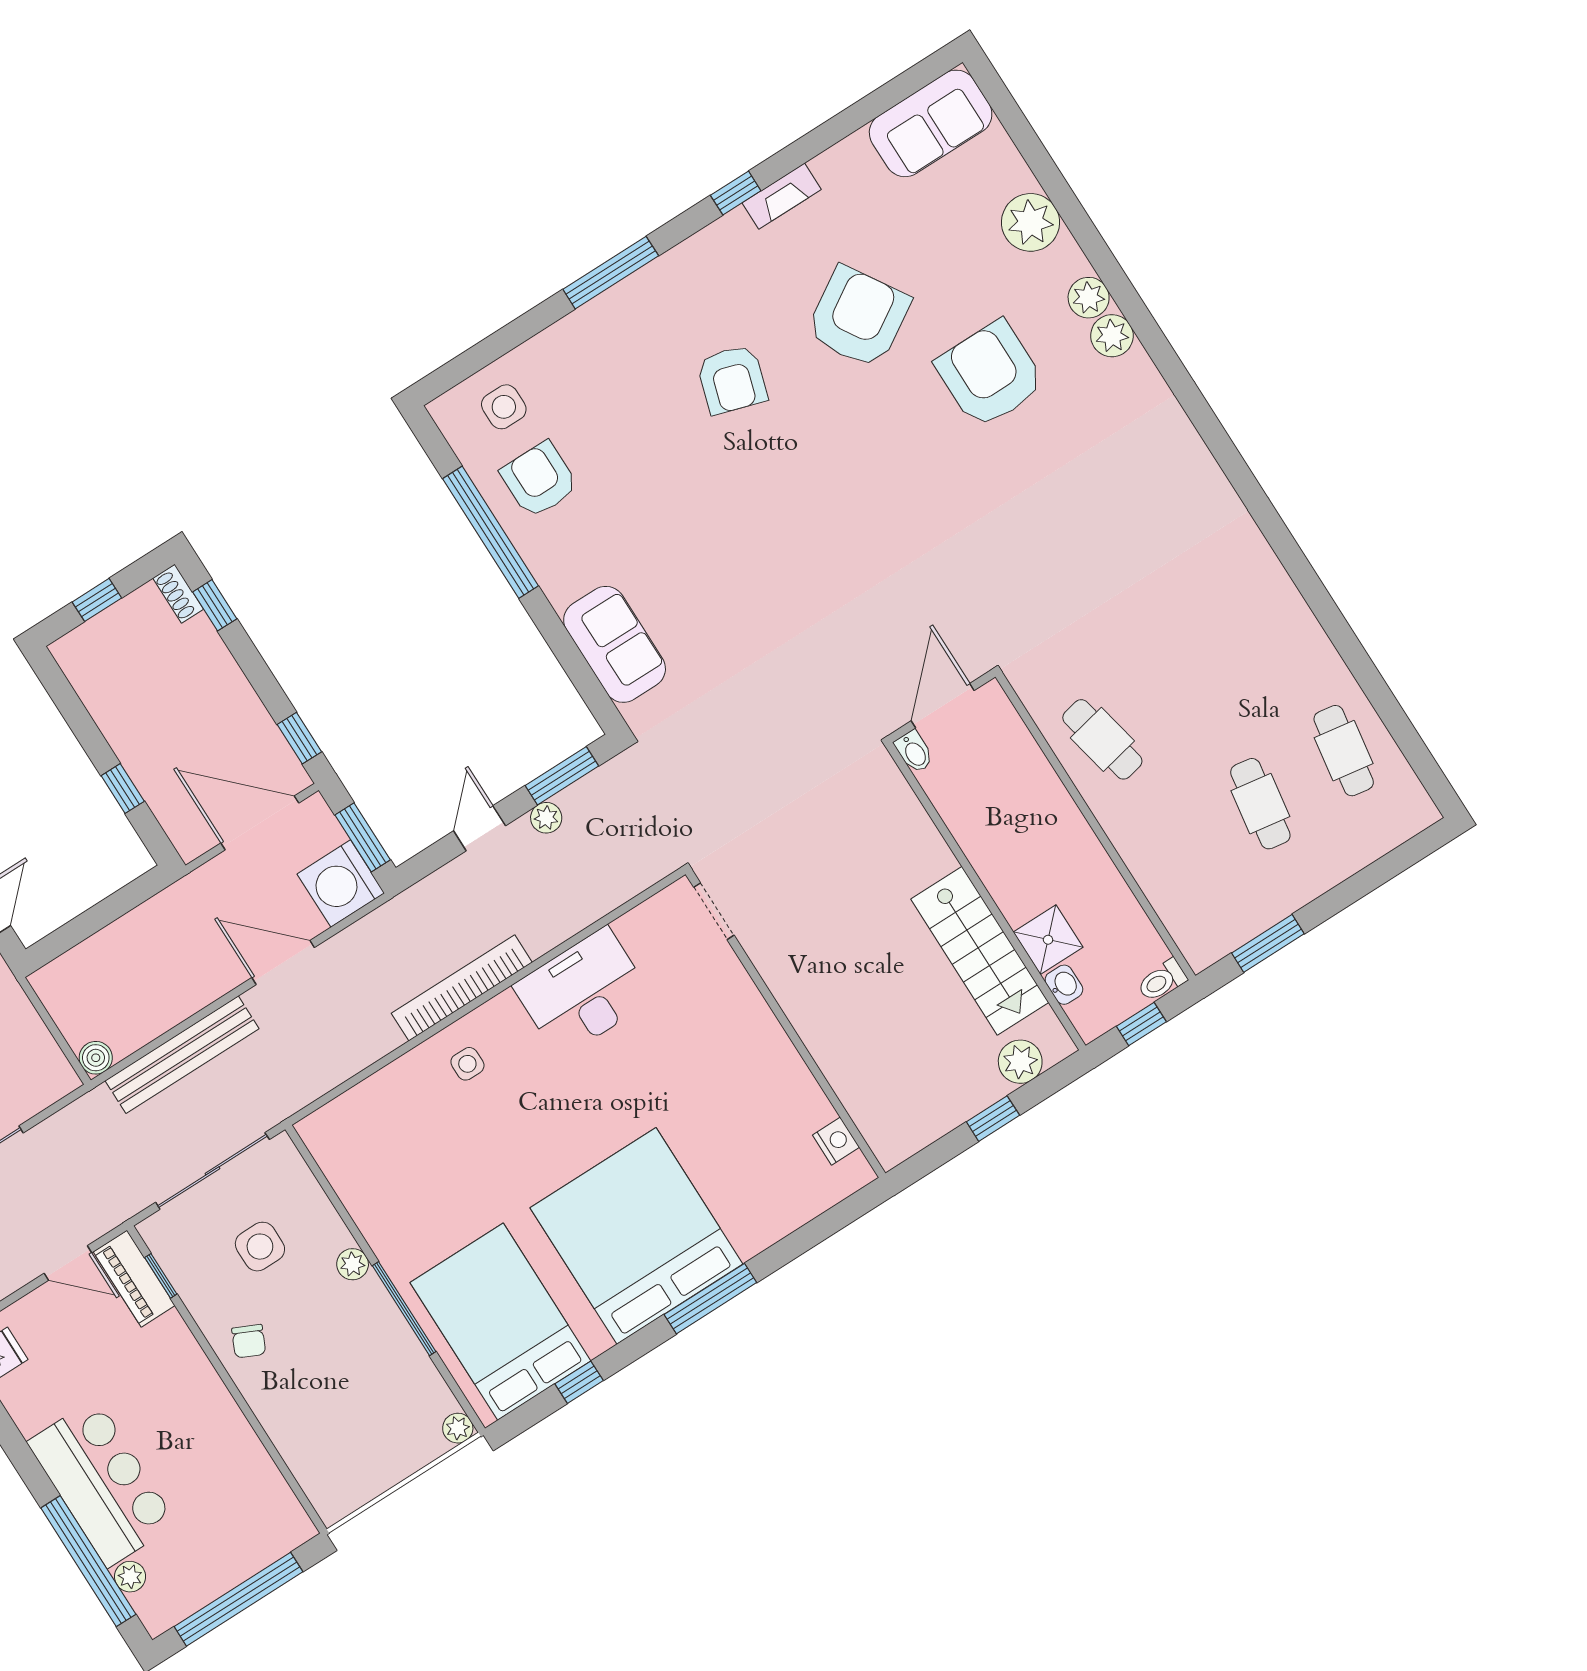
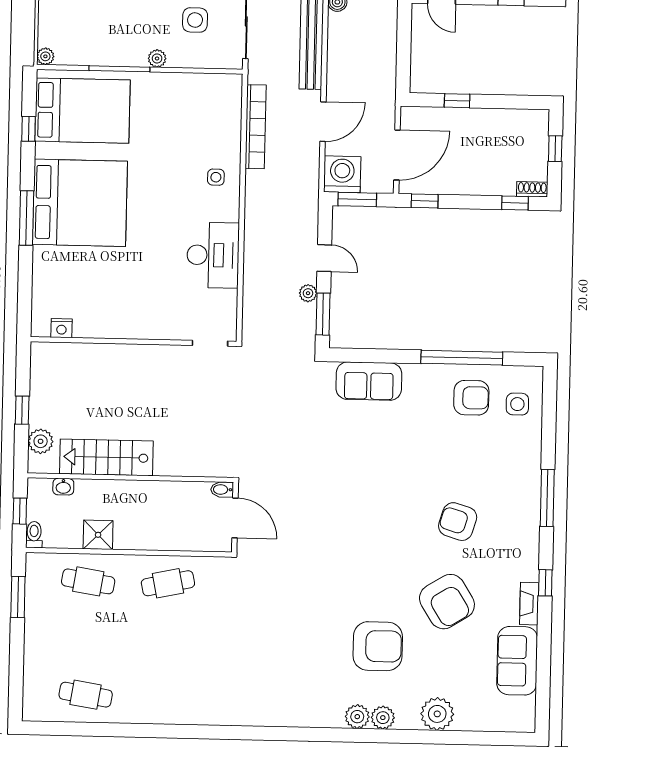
sofa: (931, 123) -> (517, 661), moved
cafe table: (1260, 804) -> (88, 581), moved
shower: (1048, 940) -> (98, 535), moved
bookcase: (462, 988) -> (256, 127), moved

